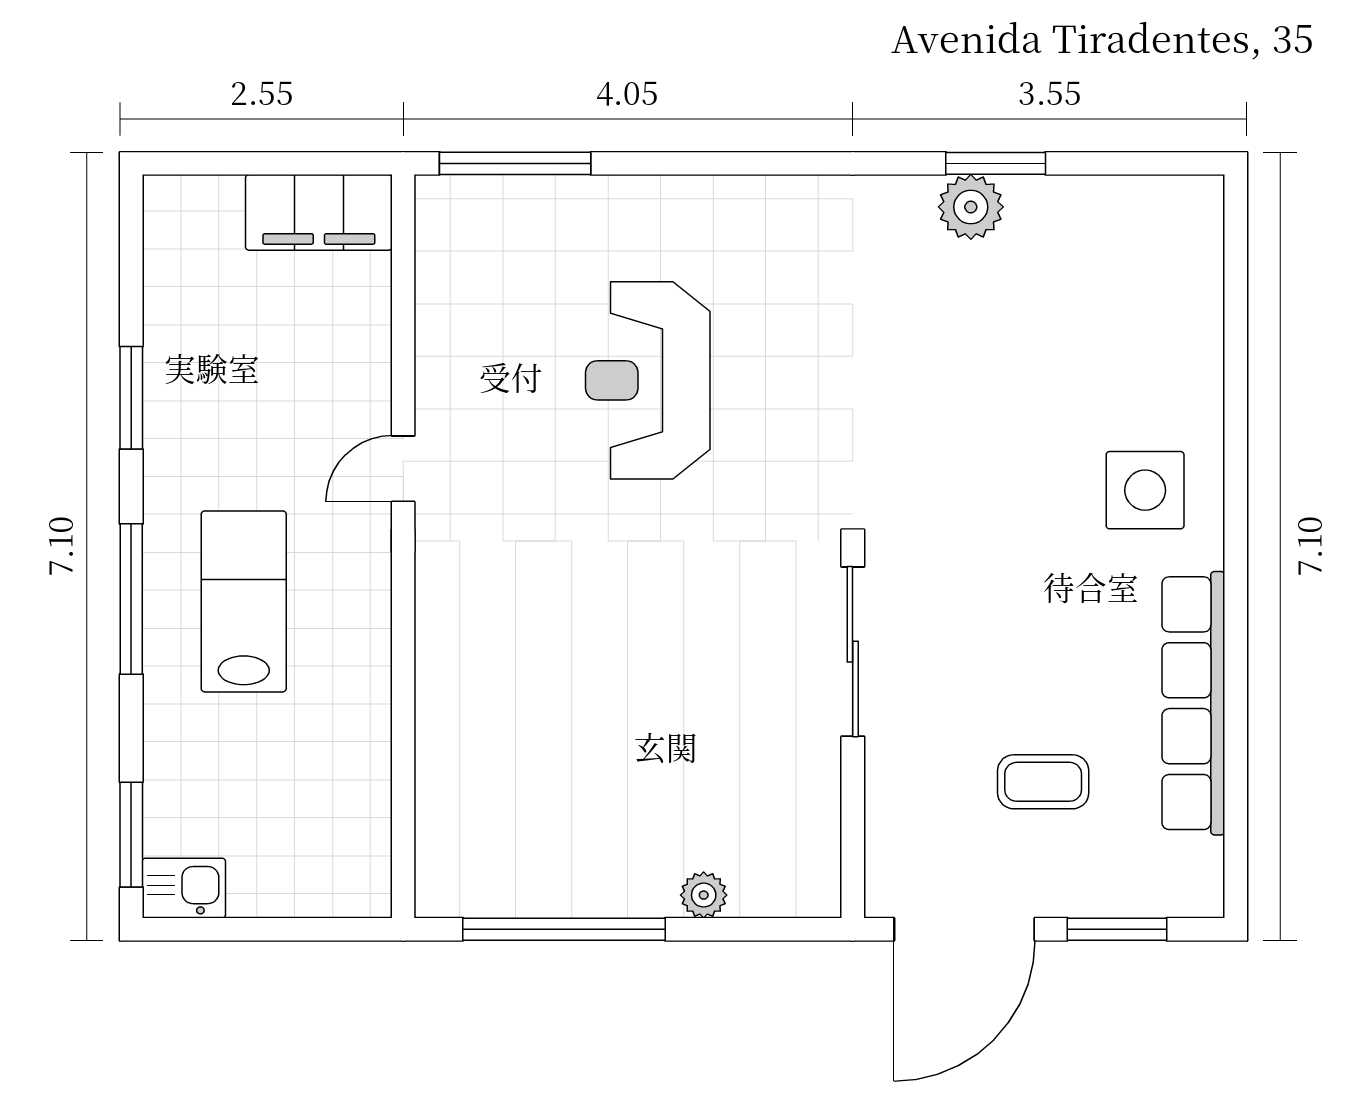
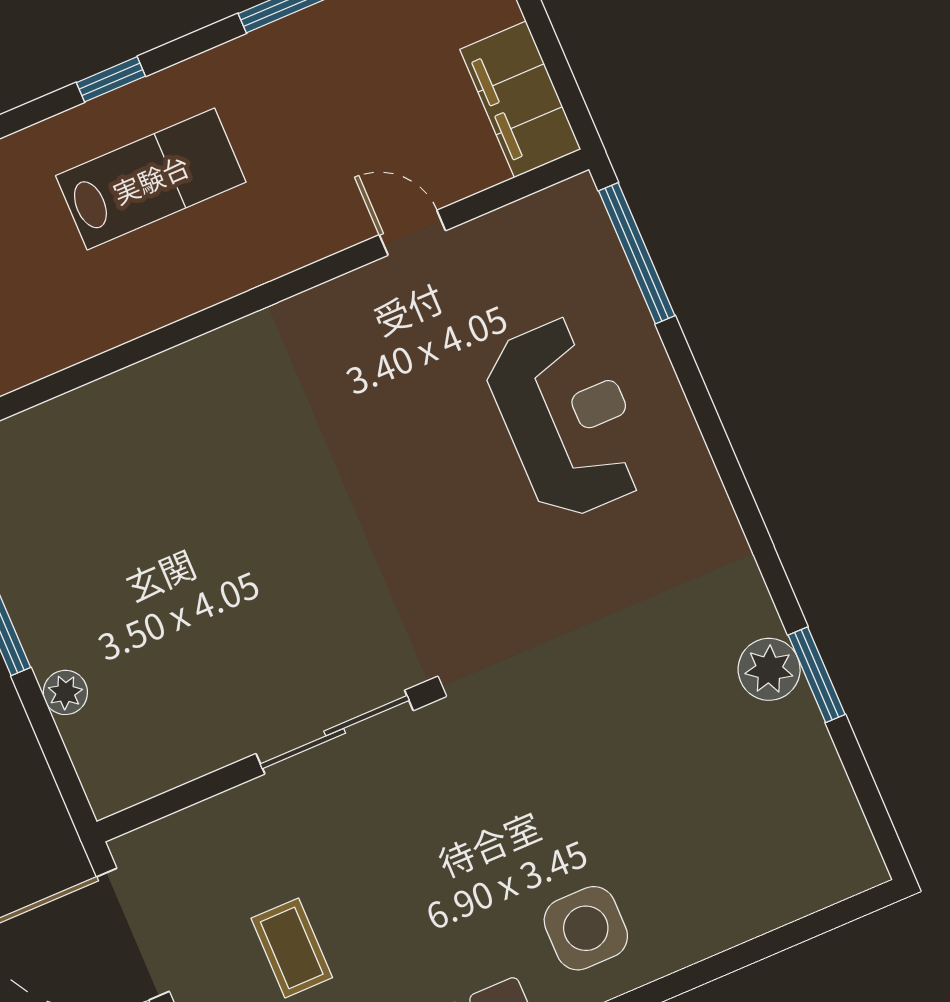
reception desk: (648, 380) -> (567, 418), moved, turned 90
door: (403, 469) -> (412, 233), moved
window: (131, 599) -> (111, 79), width x0.46

